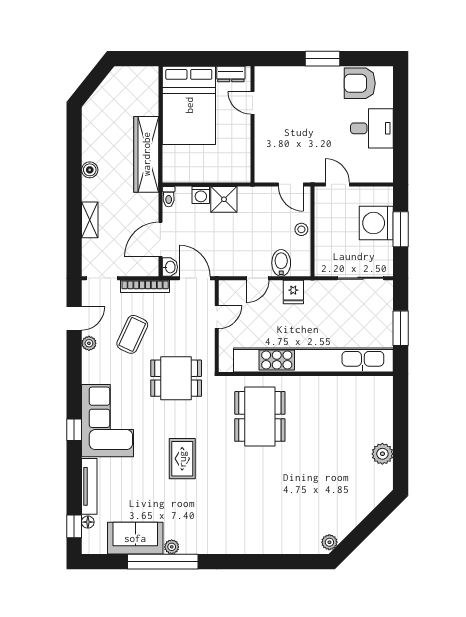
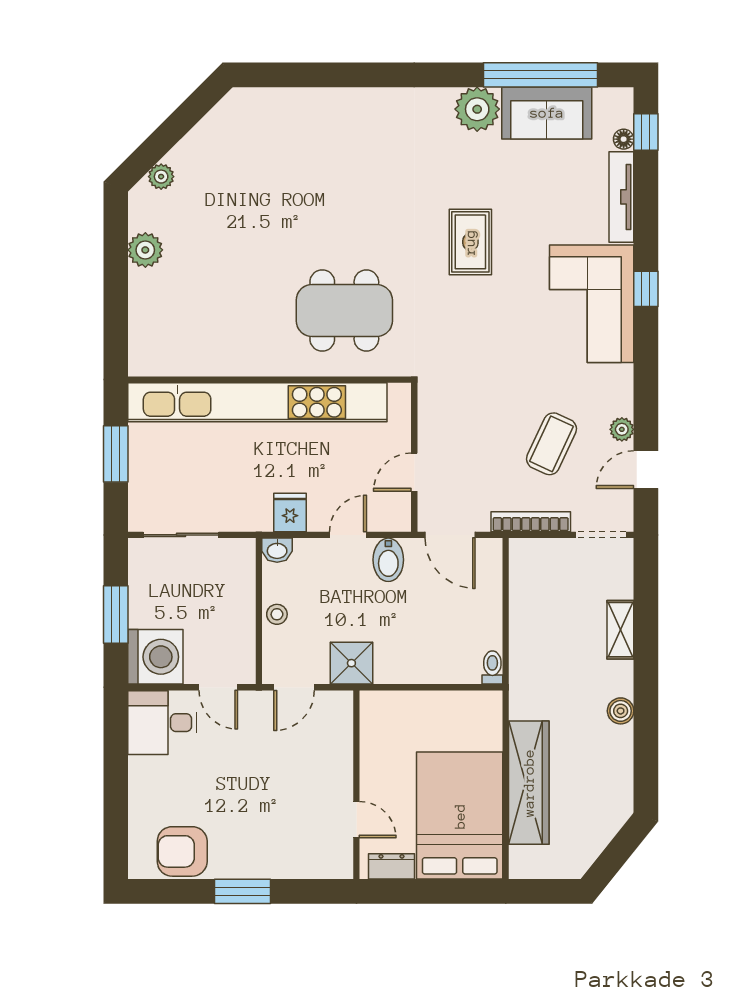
armchair: (360, 83) -> (182, 851), turned 180
desk: (372, 128) -> (162, 723), moved
wardrobe: (146, 154) -> (529, 783), moved
door: (291, 184) -> (294, 687), swing flipped
washing machine: (201, 195) -> (440, 670), removed
shower: (224, 199) -> (351, 663), moved
washing machine: (376, 223) -> (155, 657), moved
door: (160, 239) -> (506, 598), removed
bidet: (281, 263) -> (388, 560), moved
washbasin: (170, 267) -> (277, 550), moved, turned -90
dining table: (176, 378) -> (480, 373), removed
dining table: (260, 416) -> (344, 310), turned 90
plant: (329, 542) -> (161, 177), moved
plant: (172, 547) -> (477, 109), width x1.87, depth x1.87
window: (163, 562) -> (541, 75), moved

